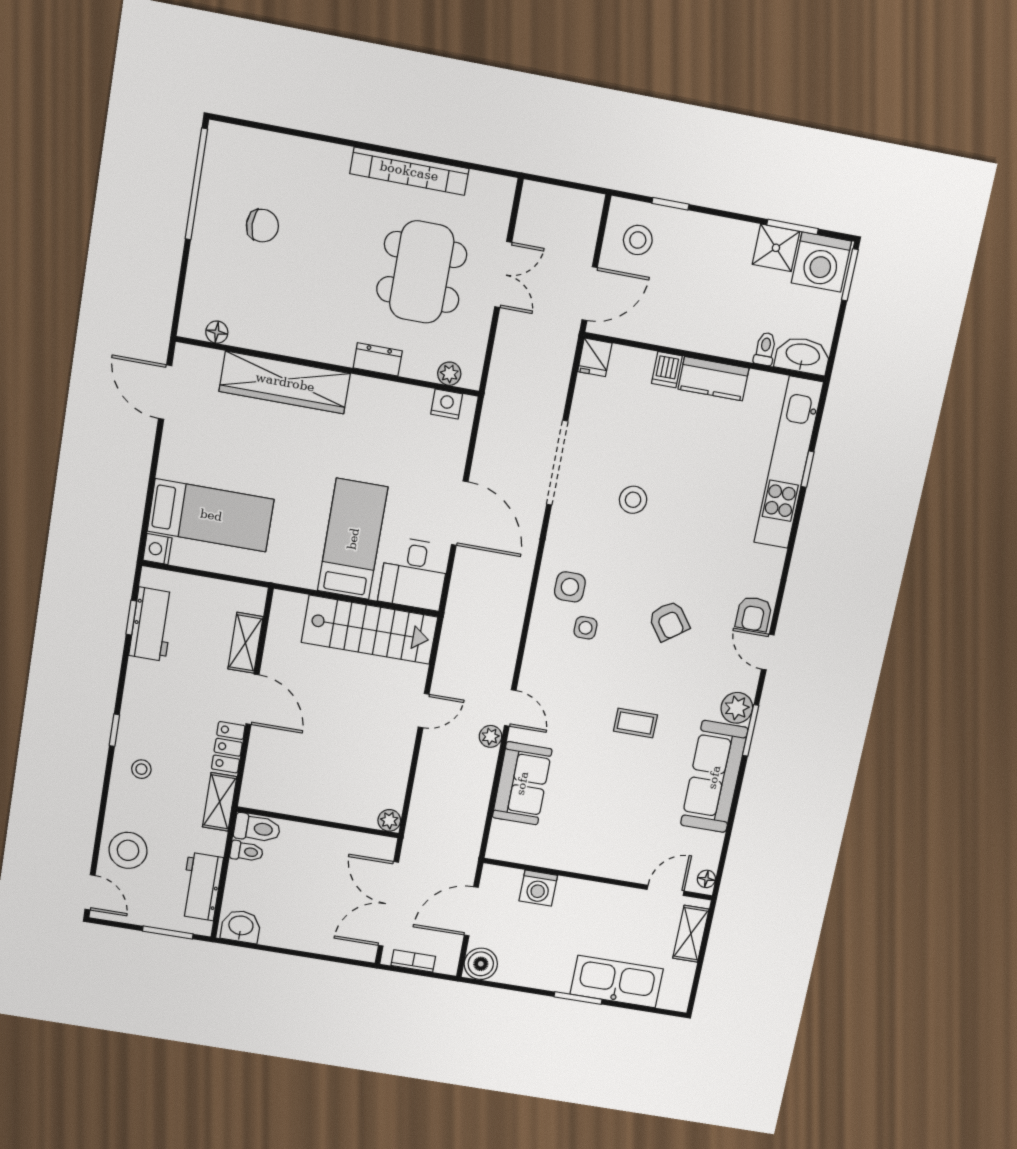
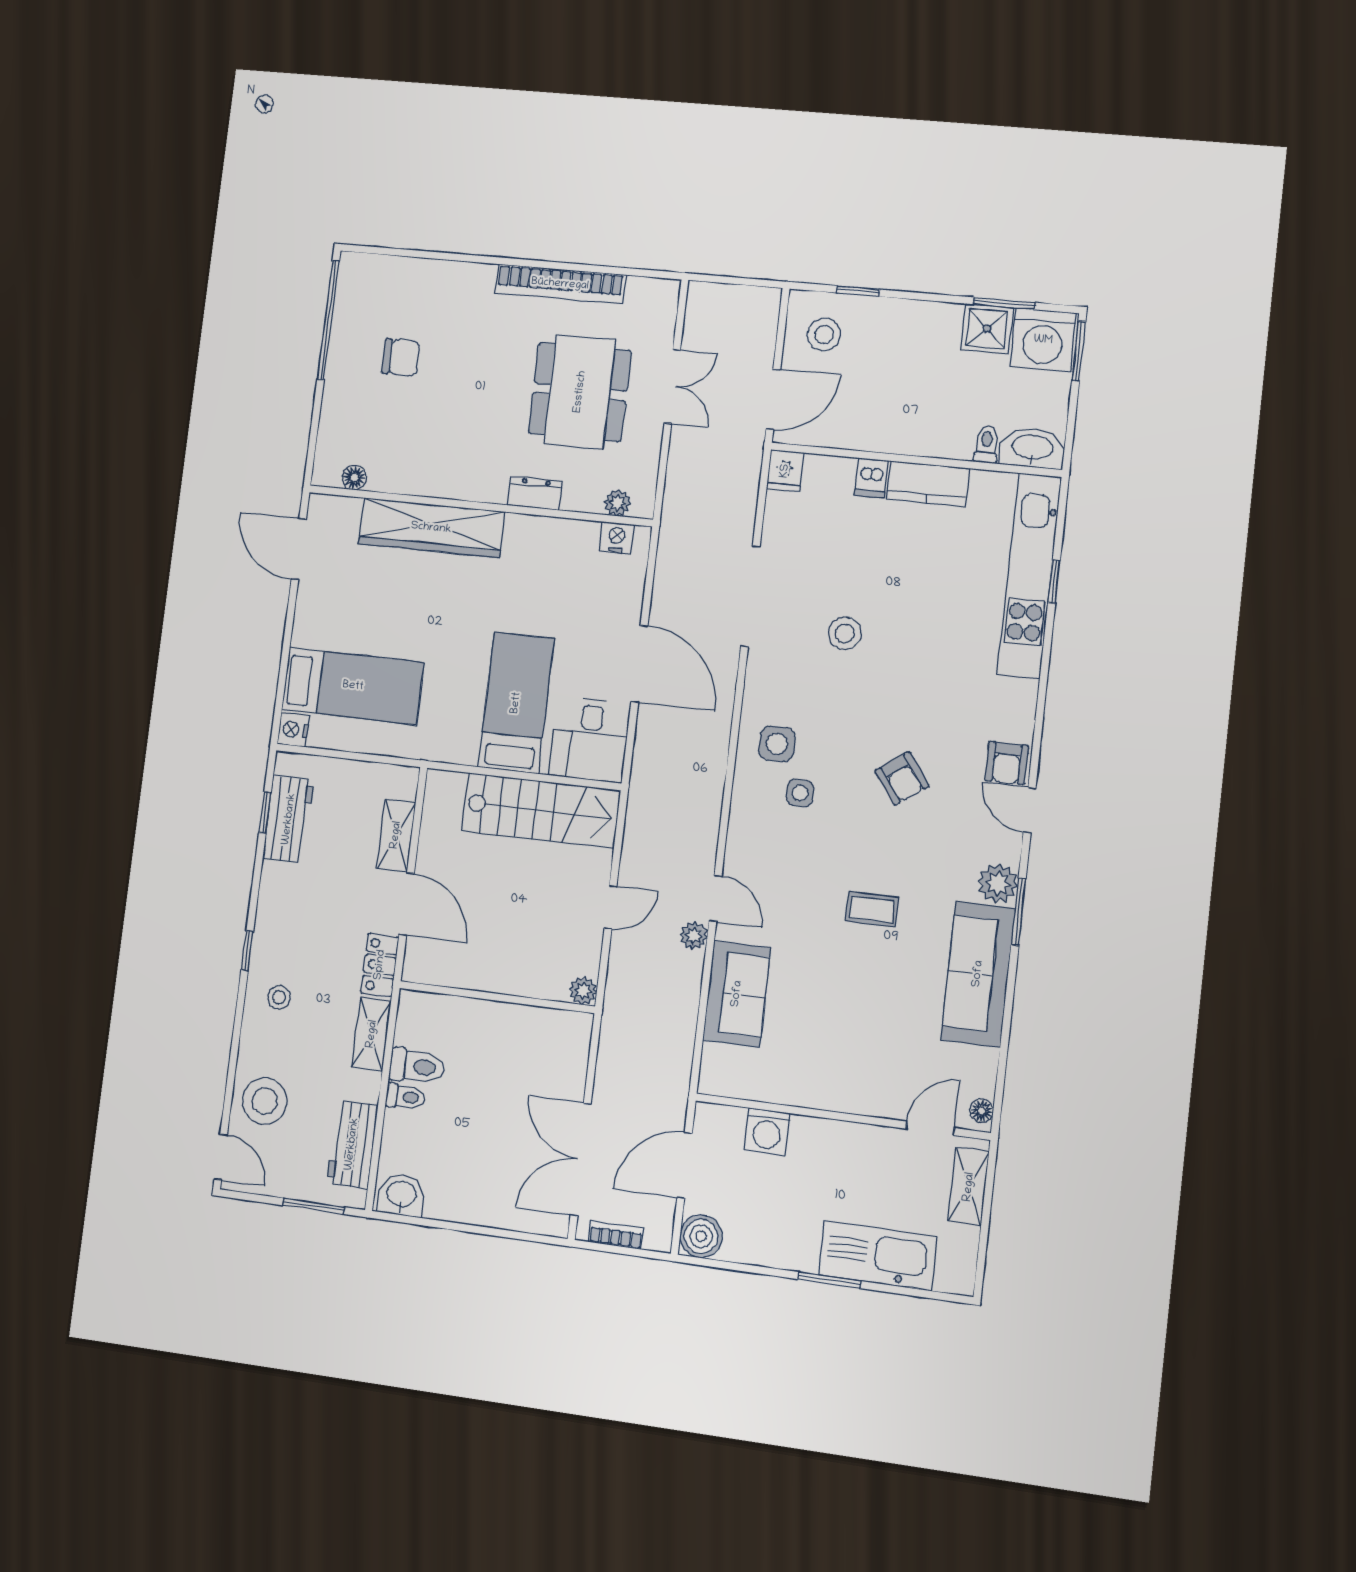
plant: (389, 820) -> (583, 991), moved
wall: (318, 822) -> (497, 997), moved

